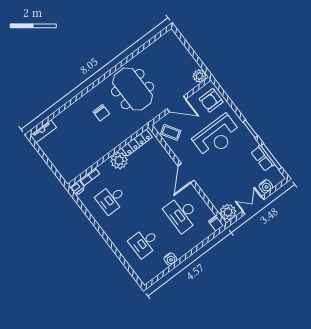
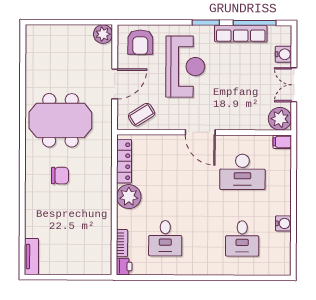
row of seats: (263, 158) -> (241, 34), width x1.48

